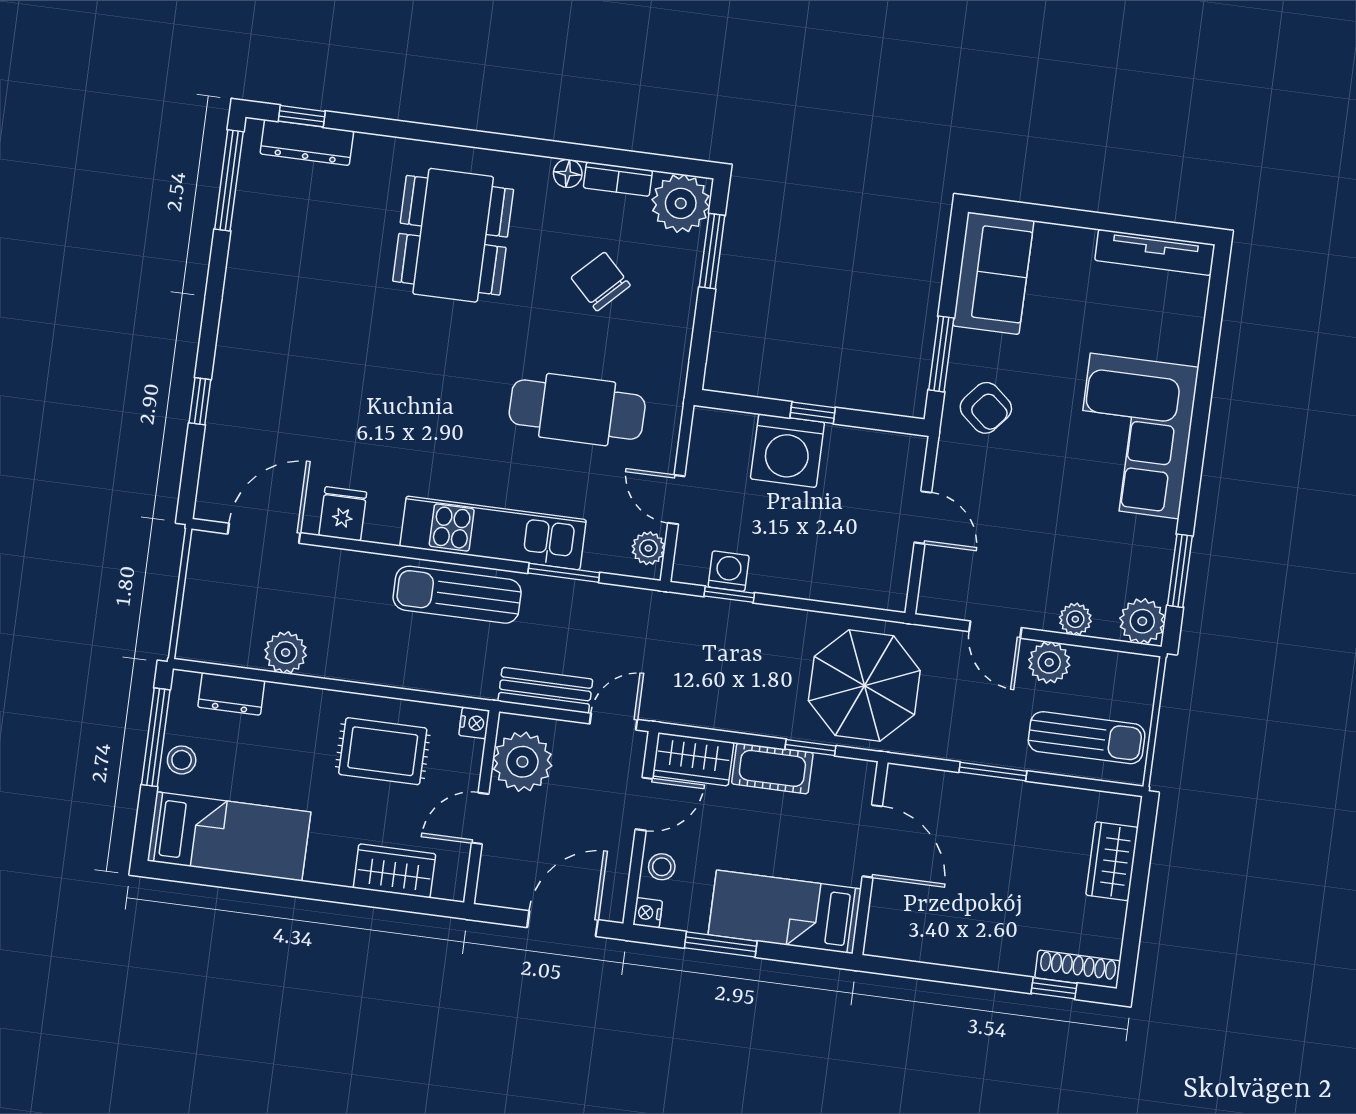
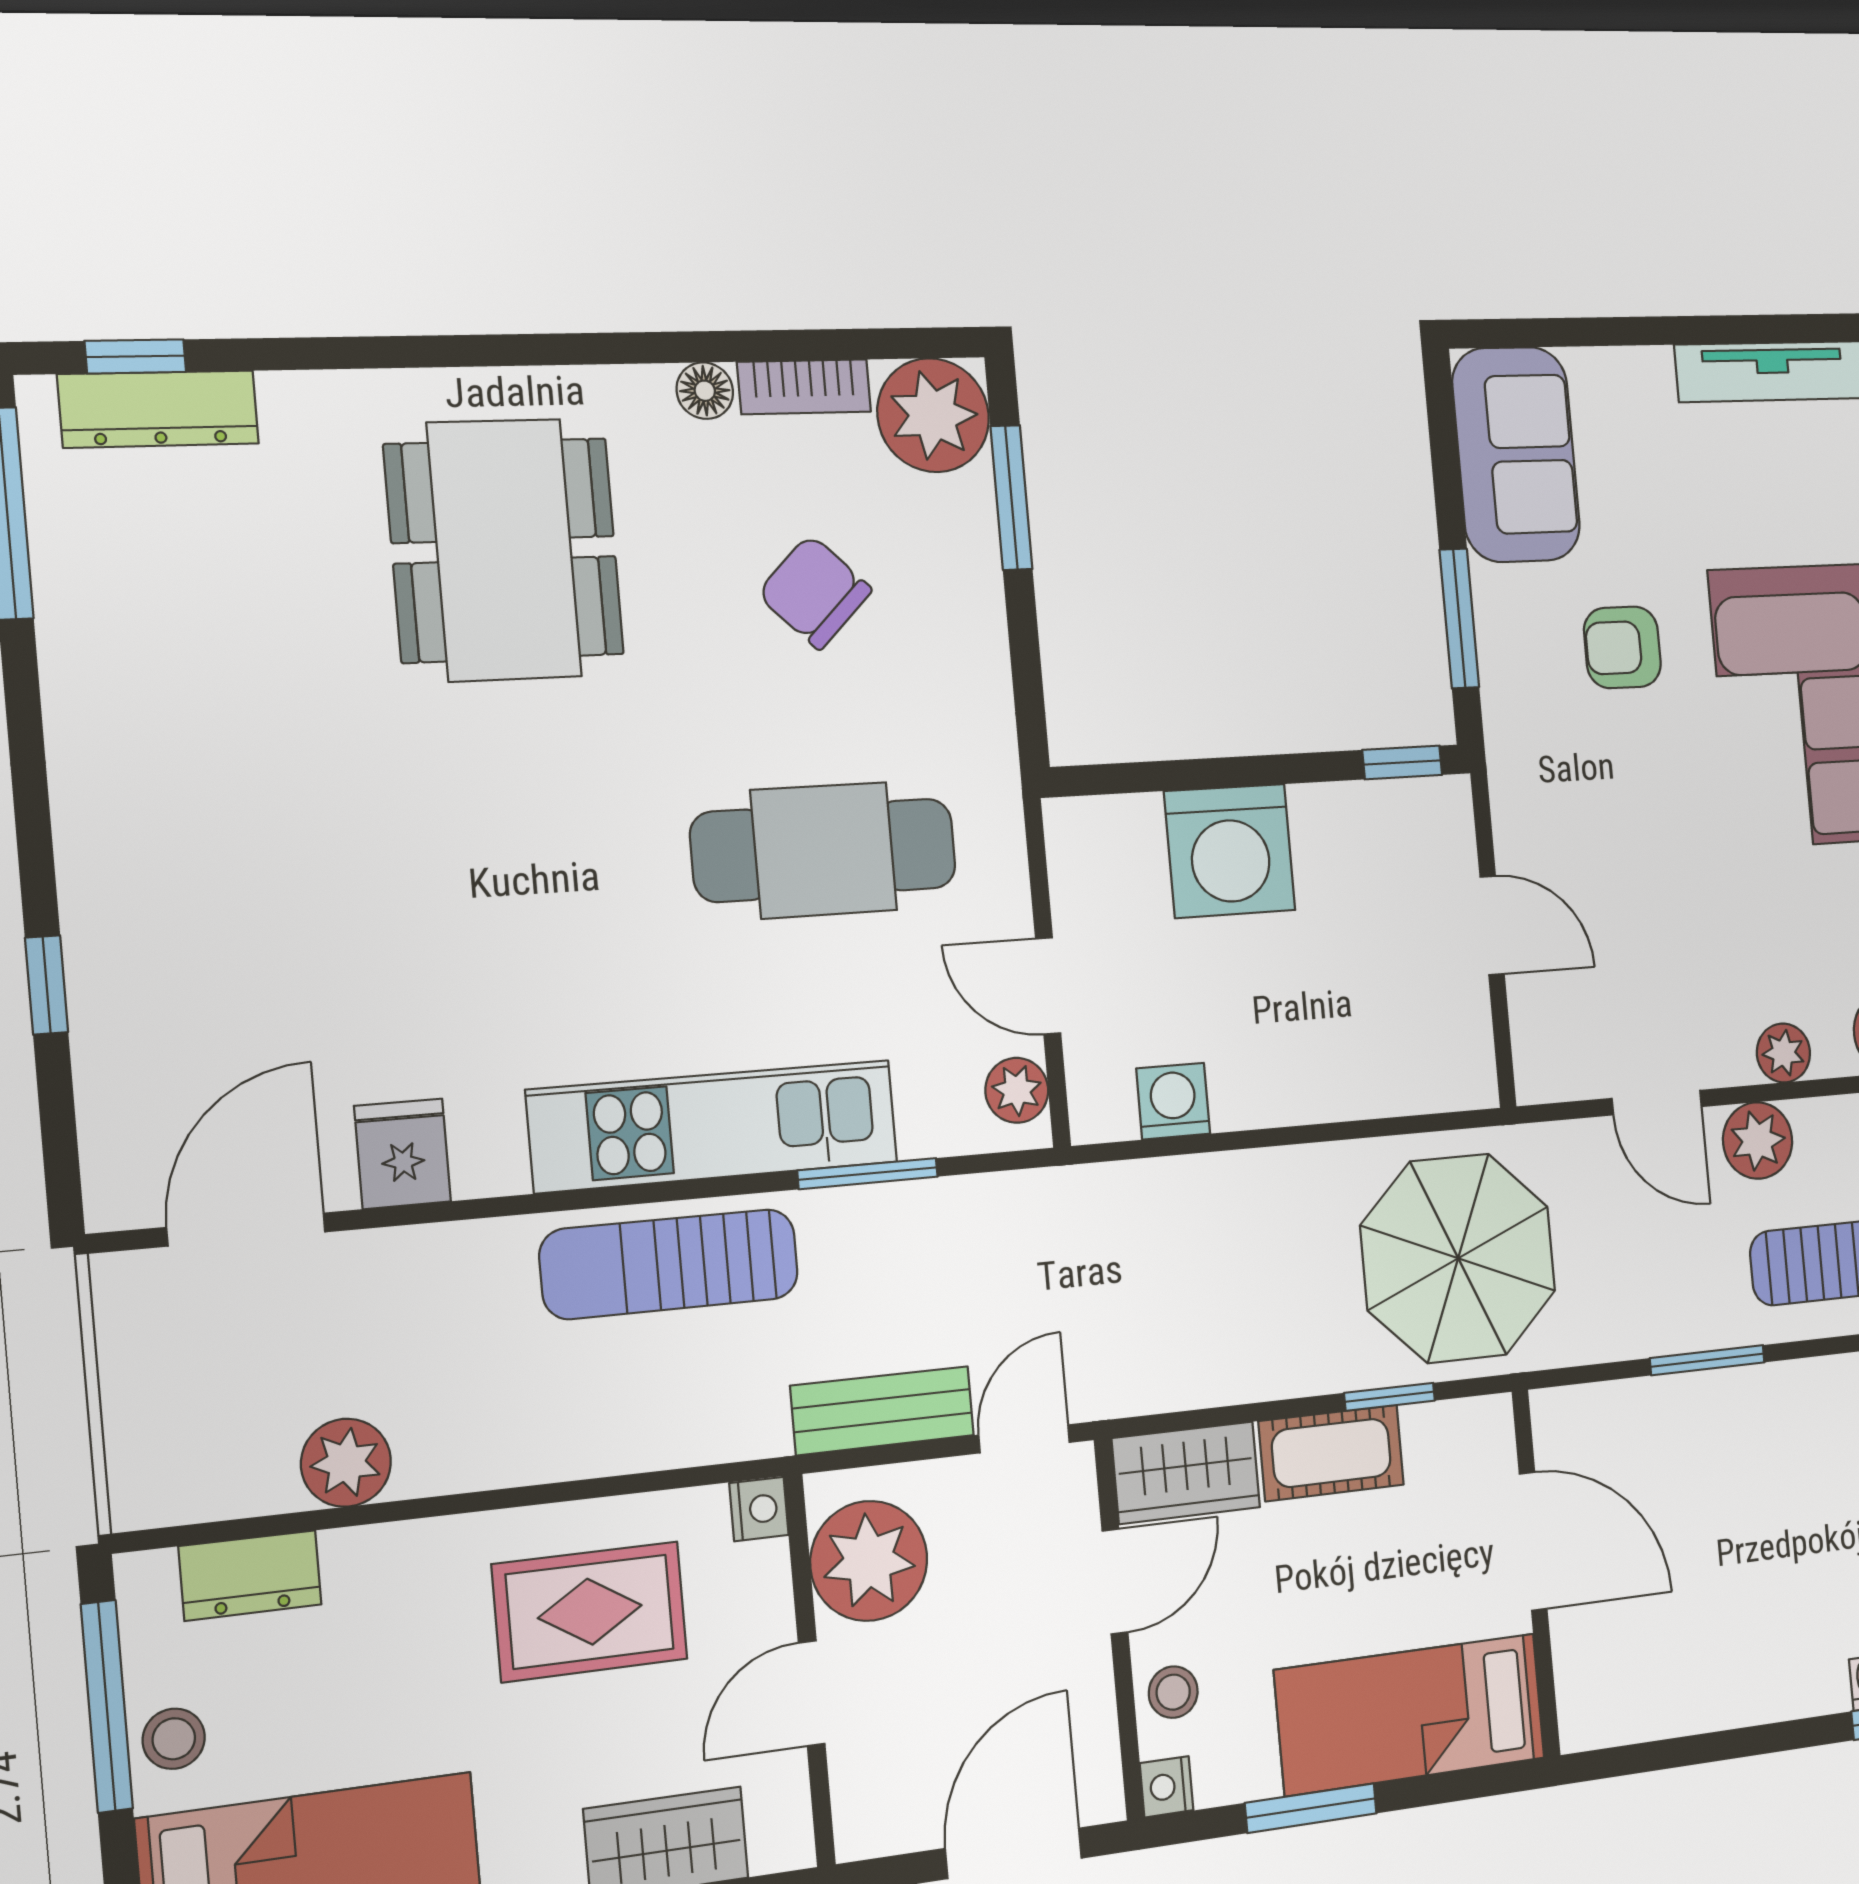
armchair: (986, 408) -> (1622, 647), moved, turned 140
window: (813, 413) -> (1402, 762), moved
window: (729, 595) -> (1184, 1145), removed

